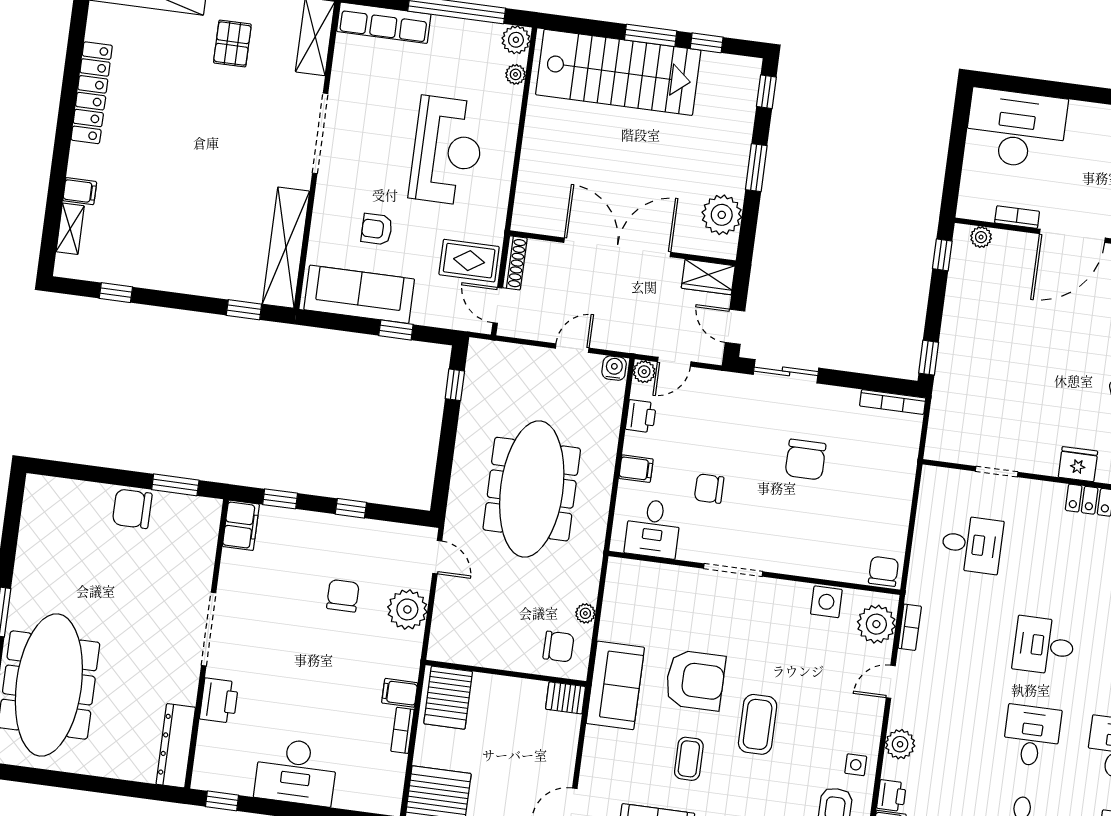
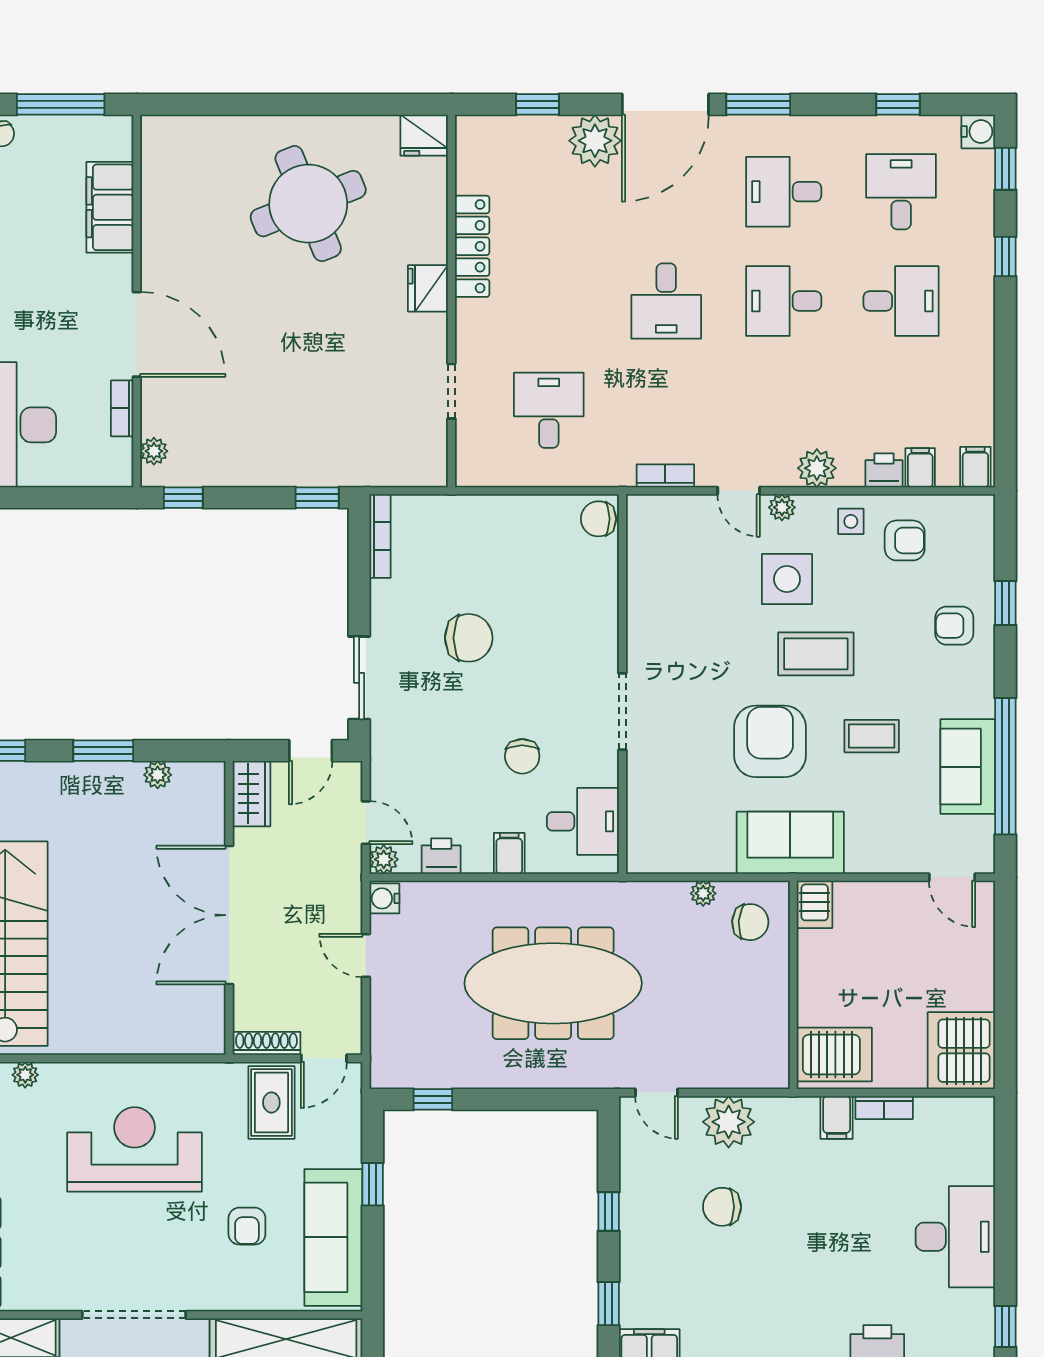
plant: (722, 215) -> (158, 775), width x0.53, depth x0.53
door: (437, 557) -> (657, 1093), swing flipped
side table: (826, 602) -> (787, 579), moved, width x1.37, depth x1.37
plant: (876, 624) -> (782, 507), moved, width x0.53, depth x0.53
chair: (559, 647) -> (750, 922), turned 94

